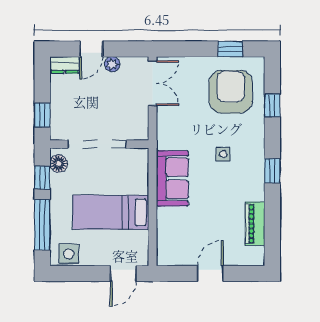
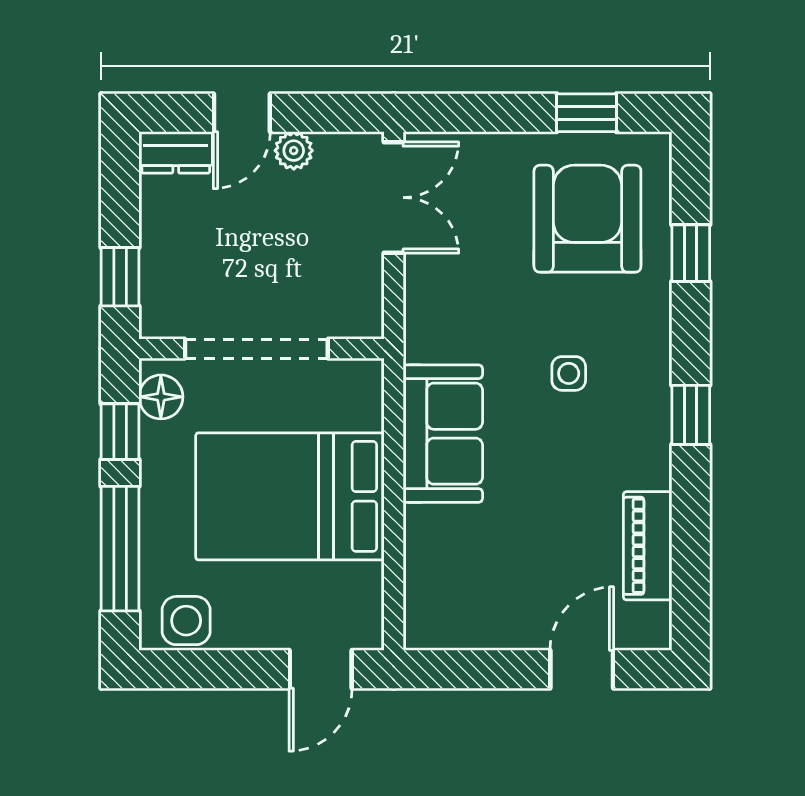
bed: (111, 212) -> (290, 496), width x1.50
door: (210, 273) -> (582, 669), moved

